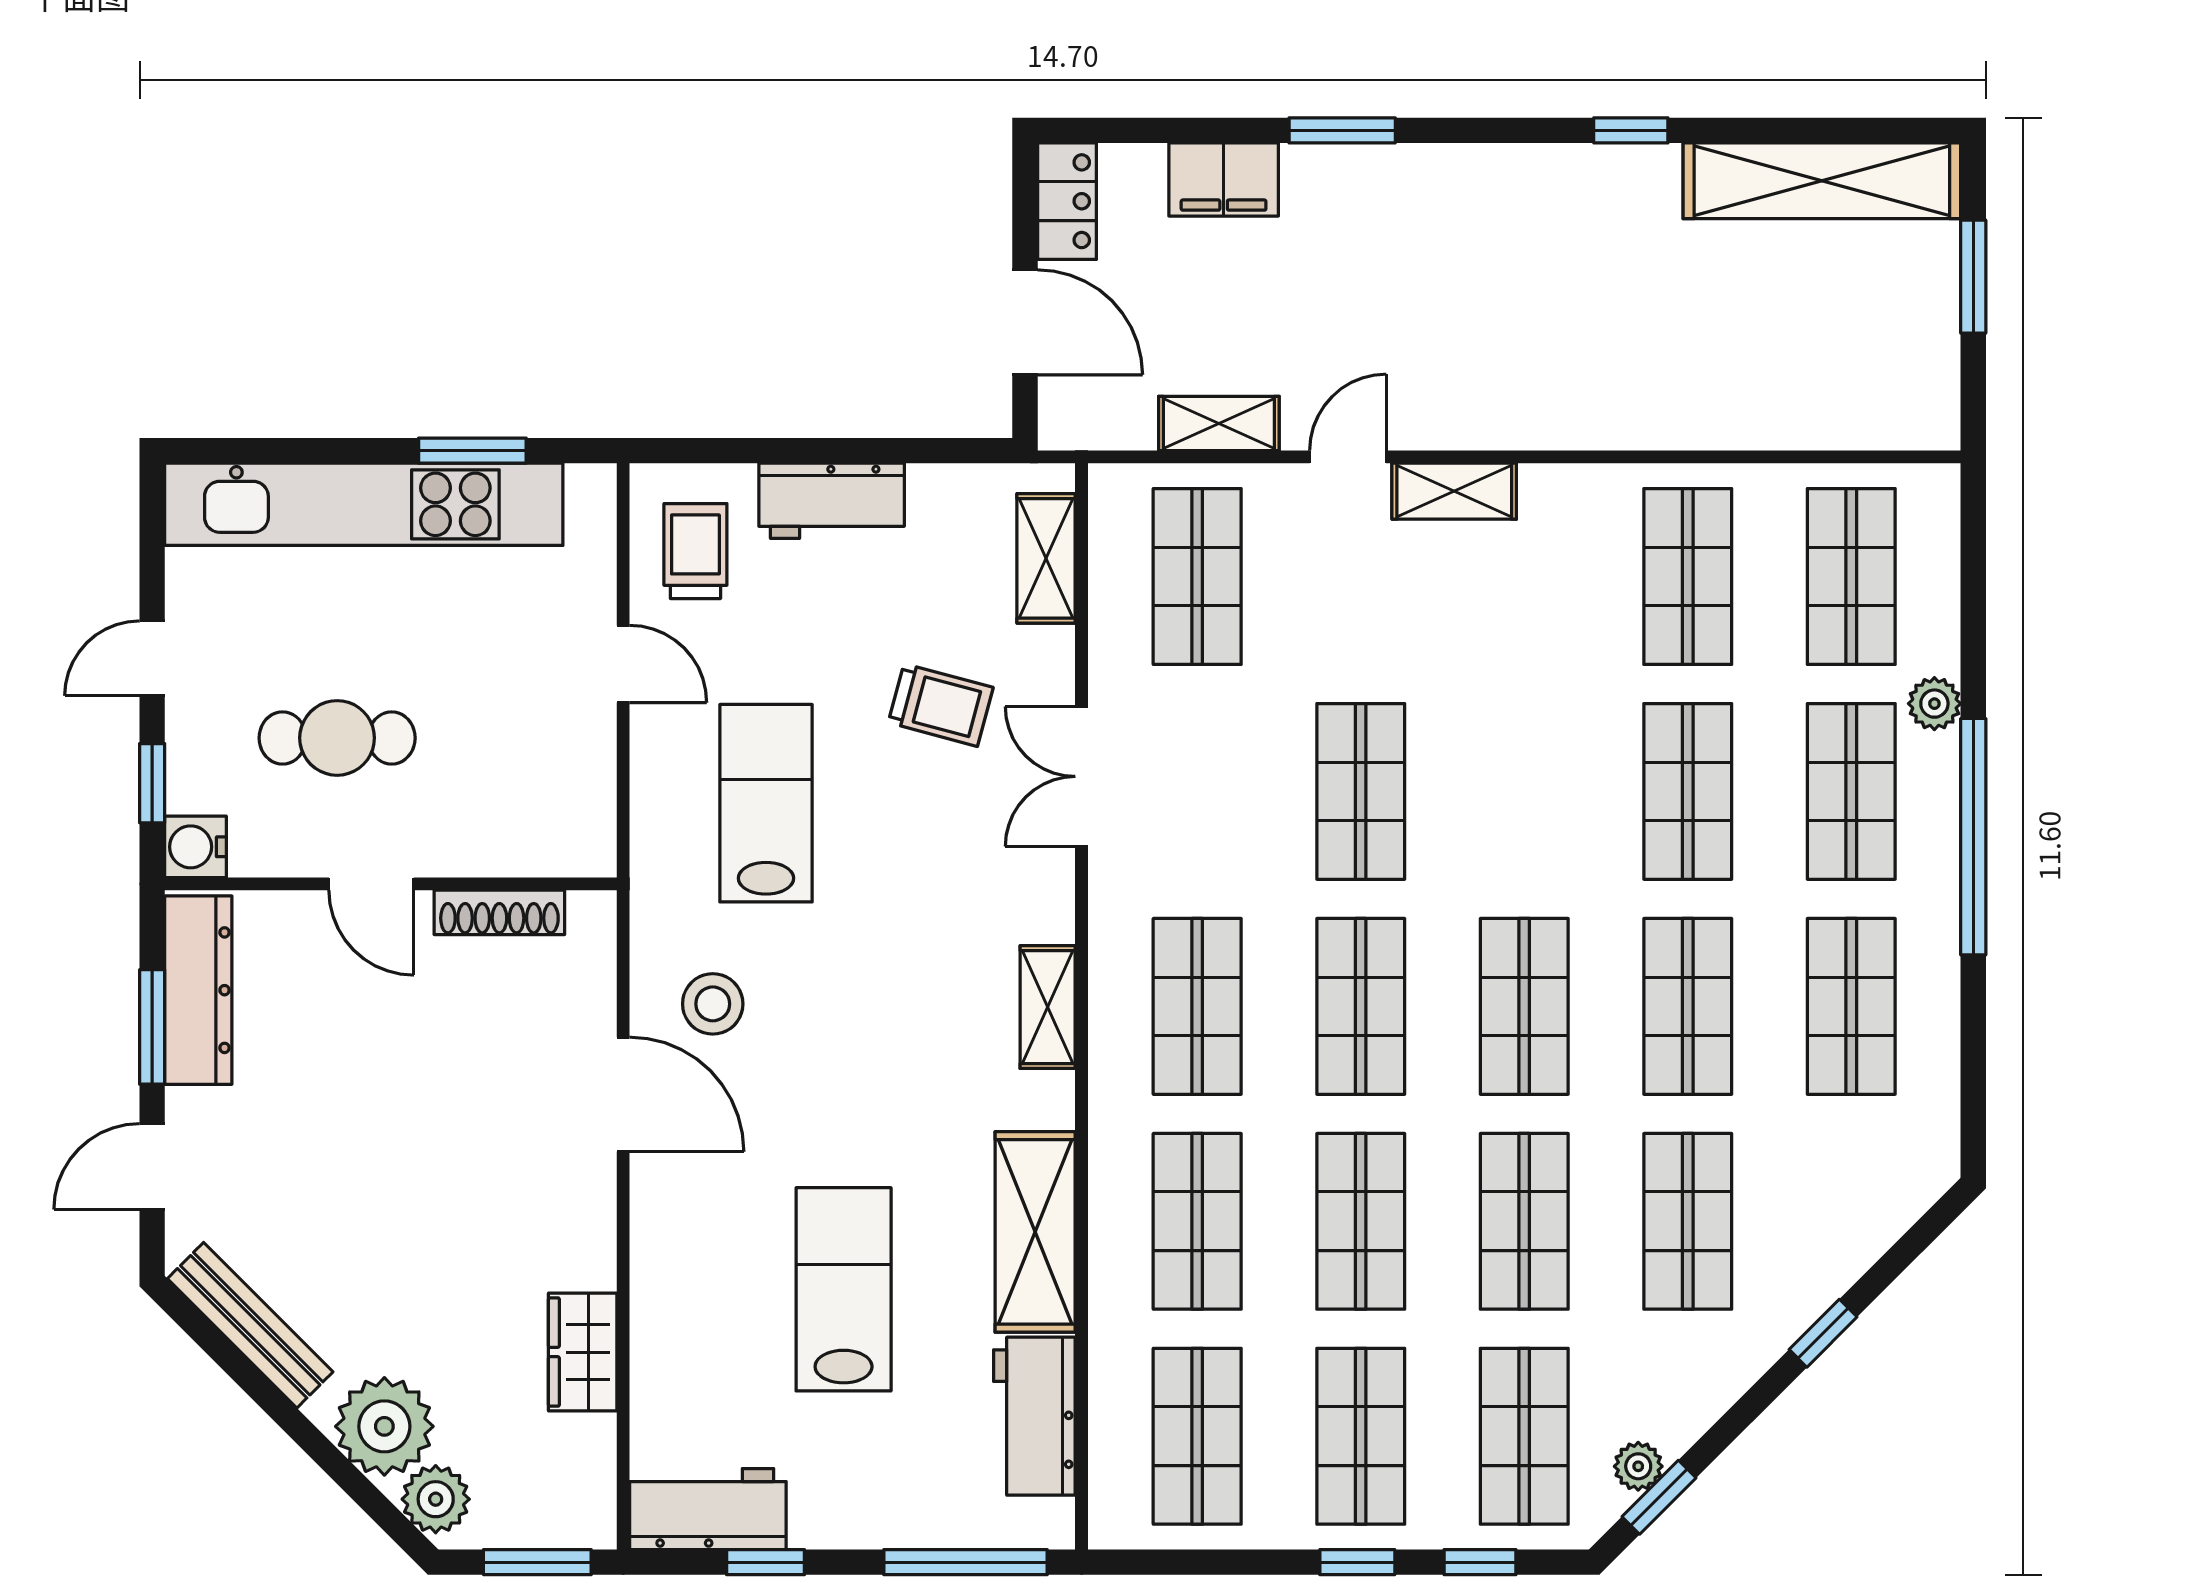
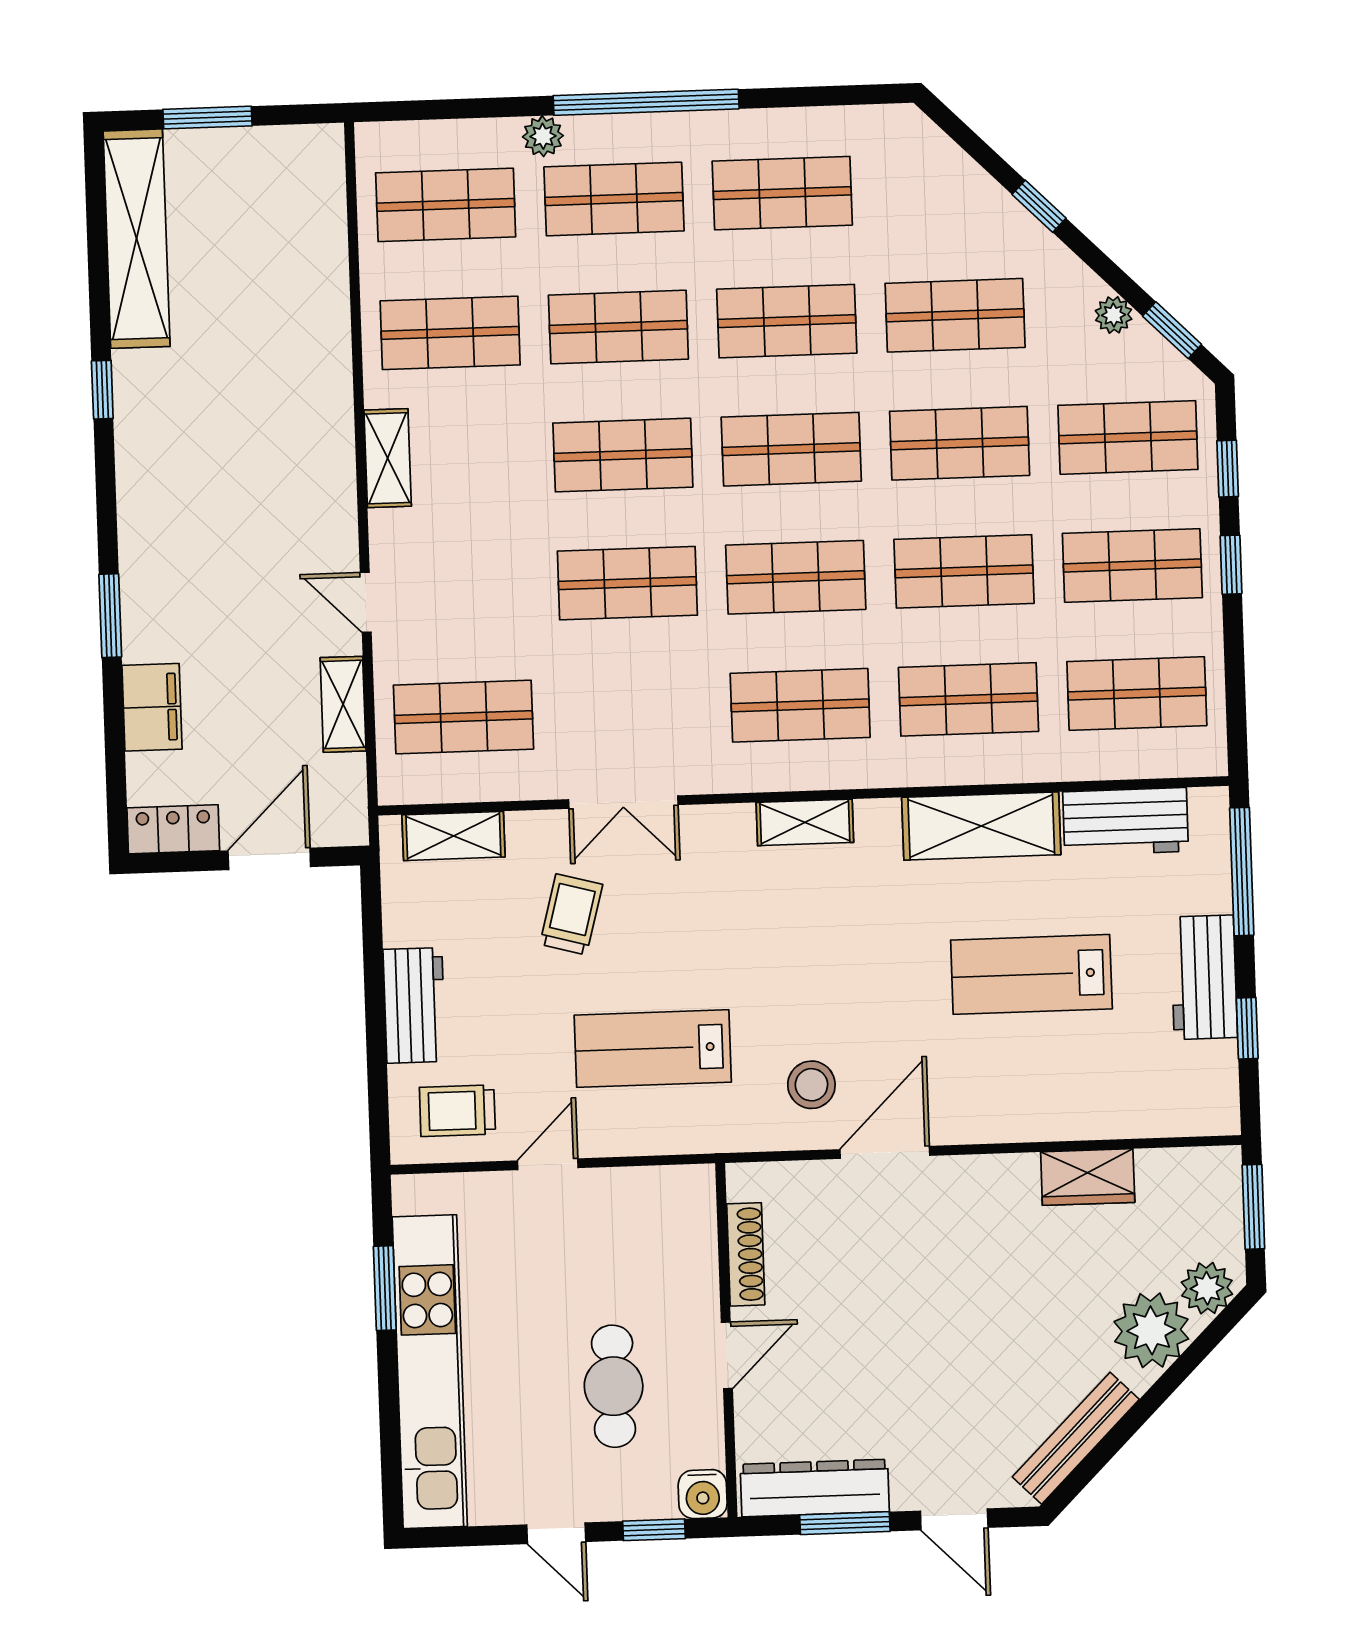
shelving: (1454, 491) -> (388, 458), moved
shop shelf: (1524, 791) -> (623, 455), added
plant: (1638, 1466) -> (1114, 315), moved
workbench: (708, 1509) -> (1204, 977), moved

